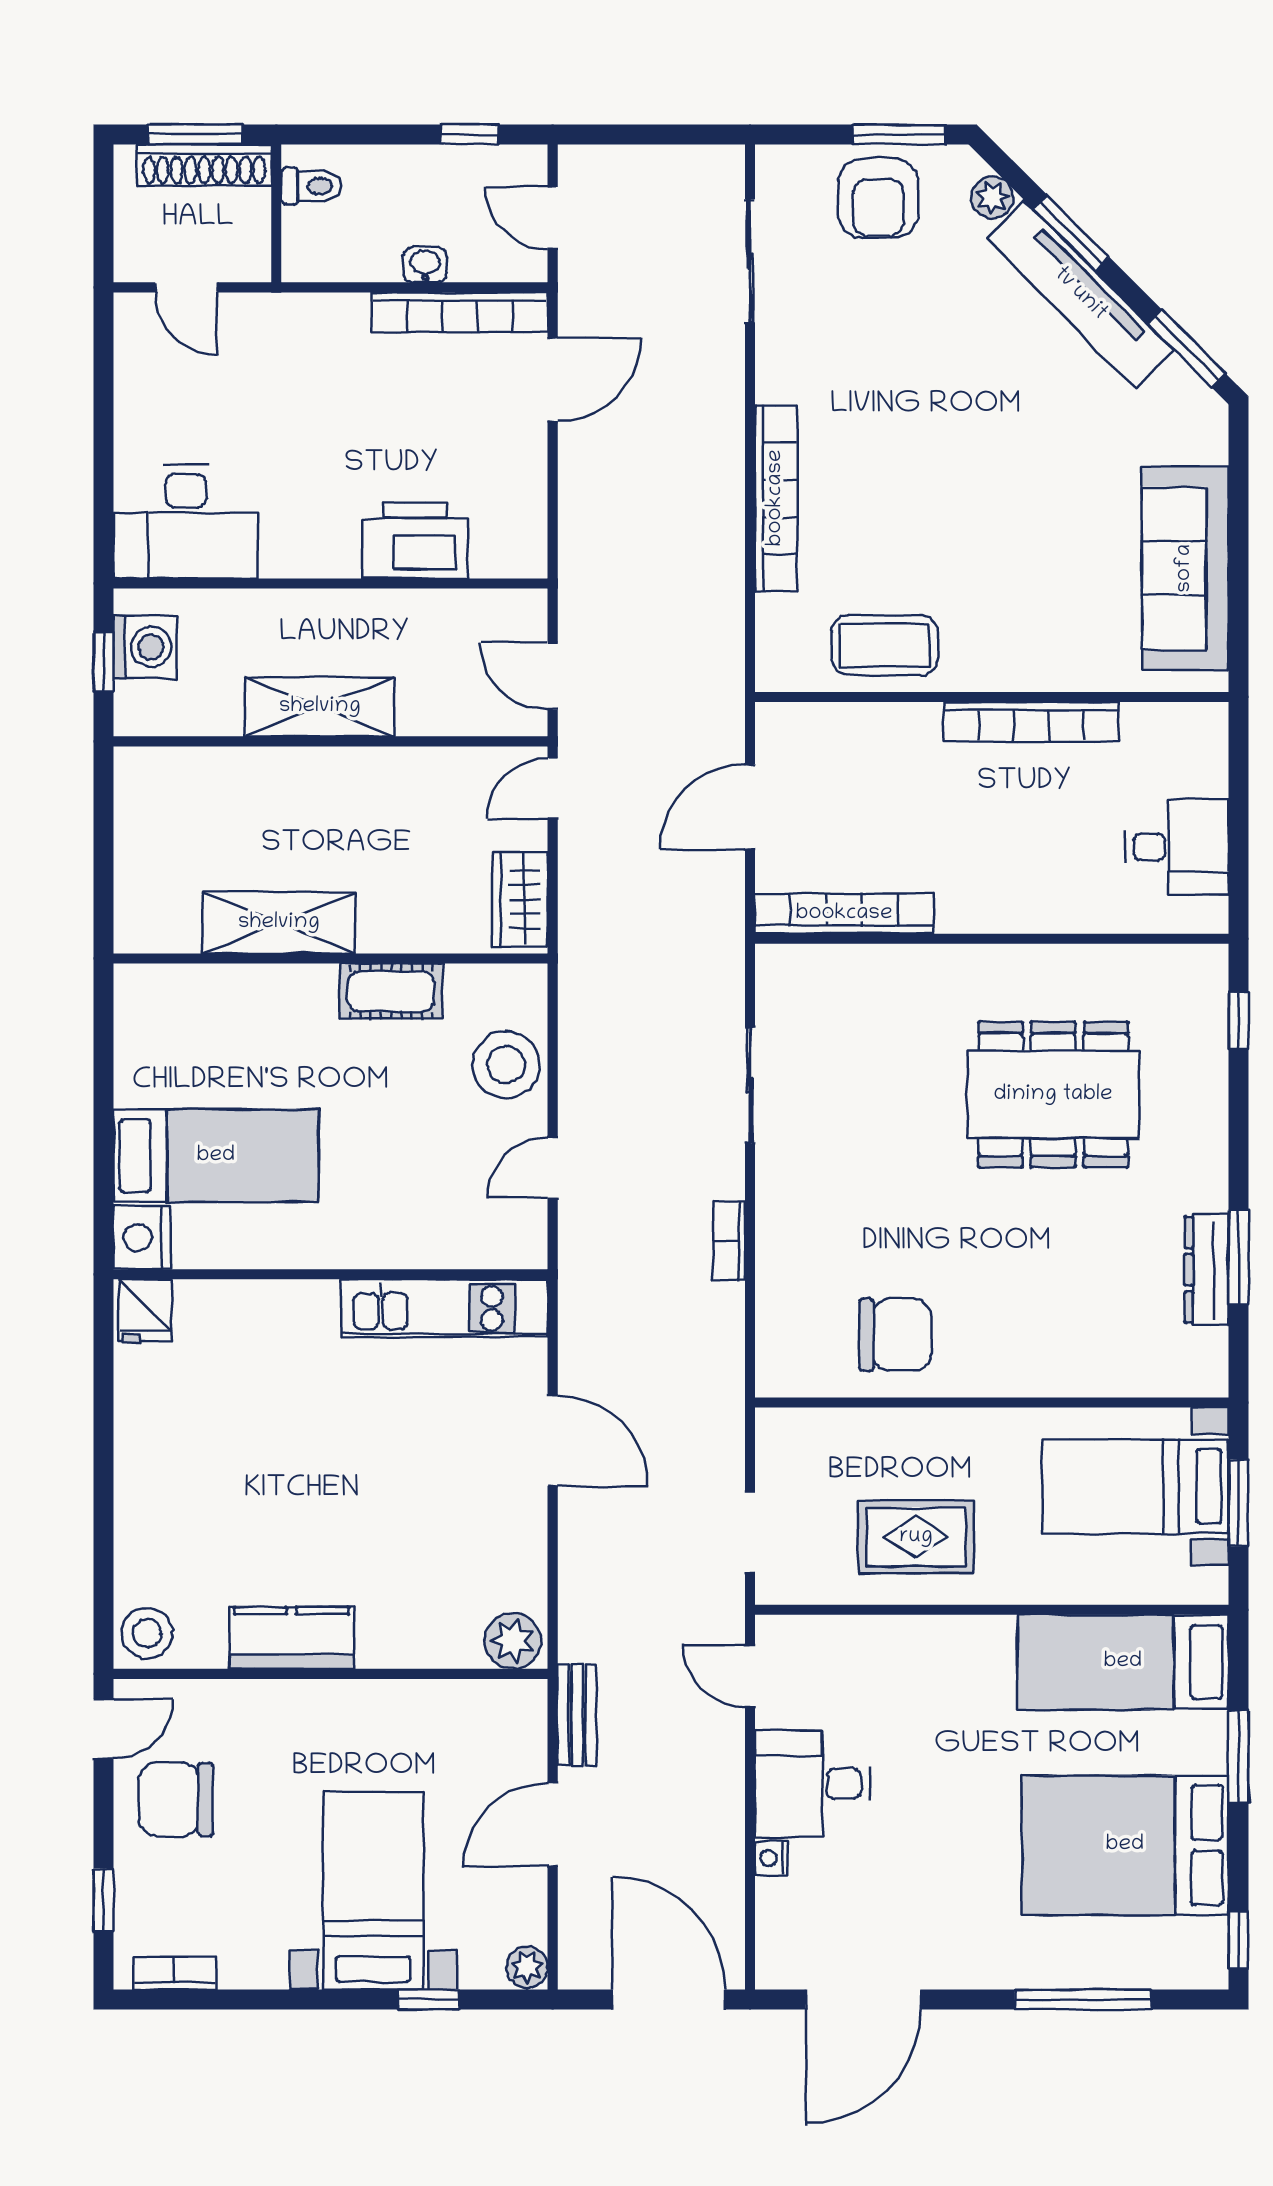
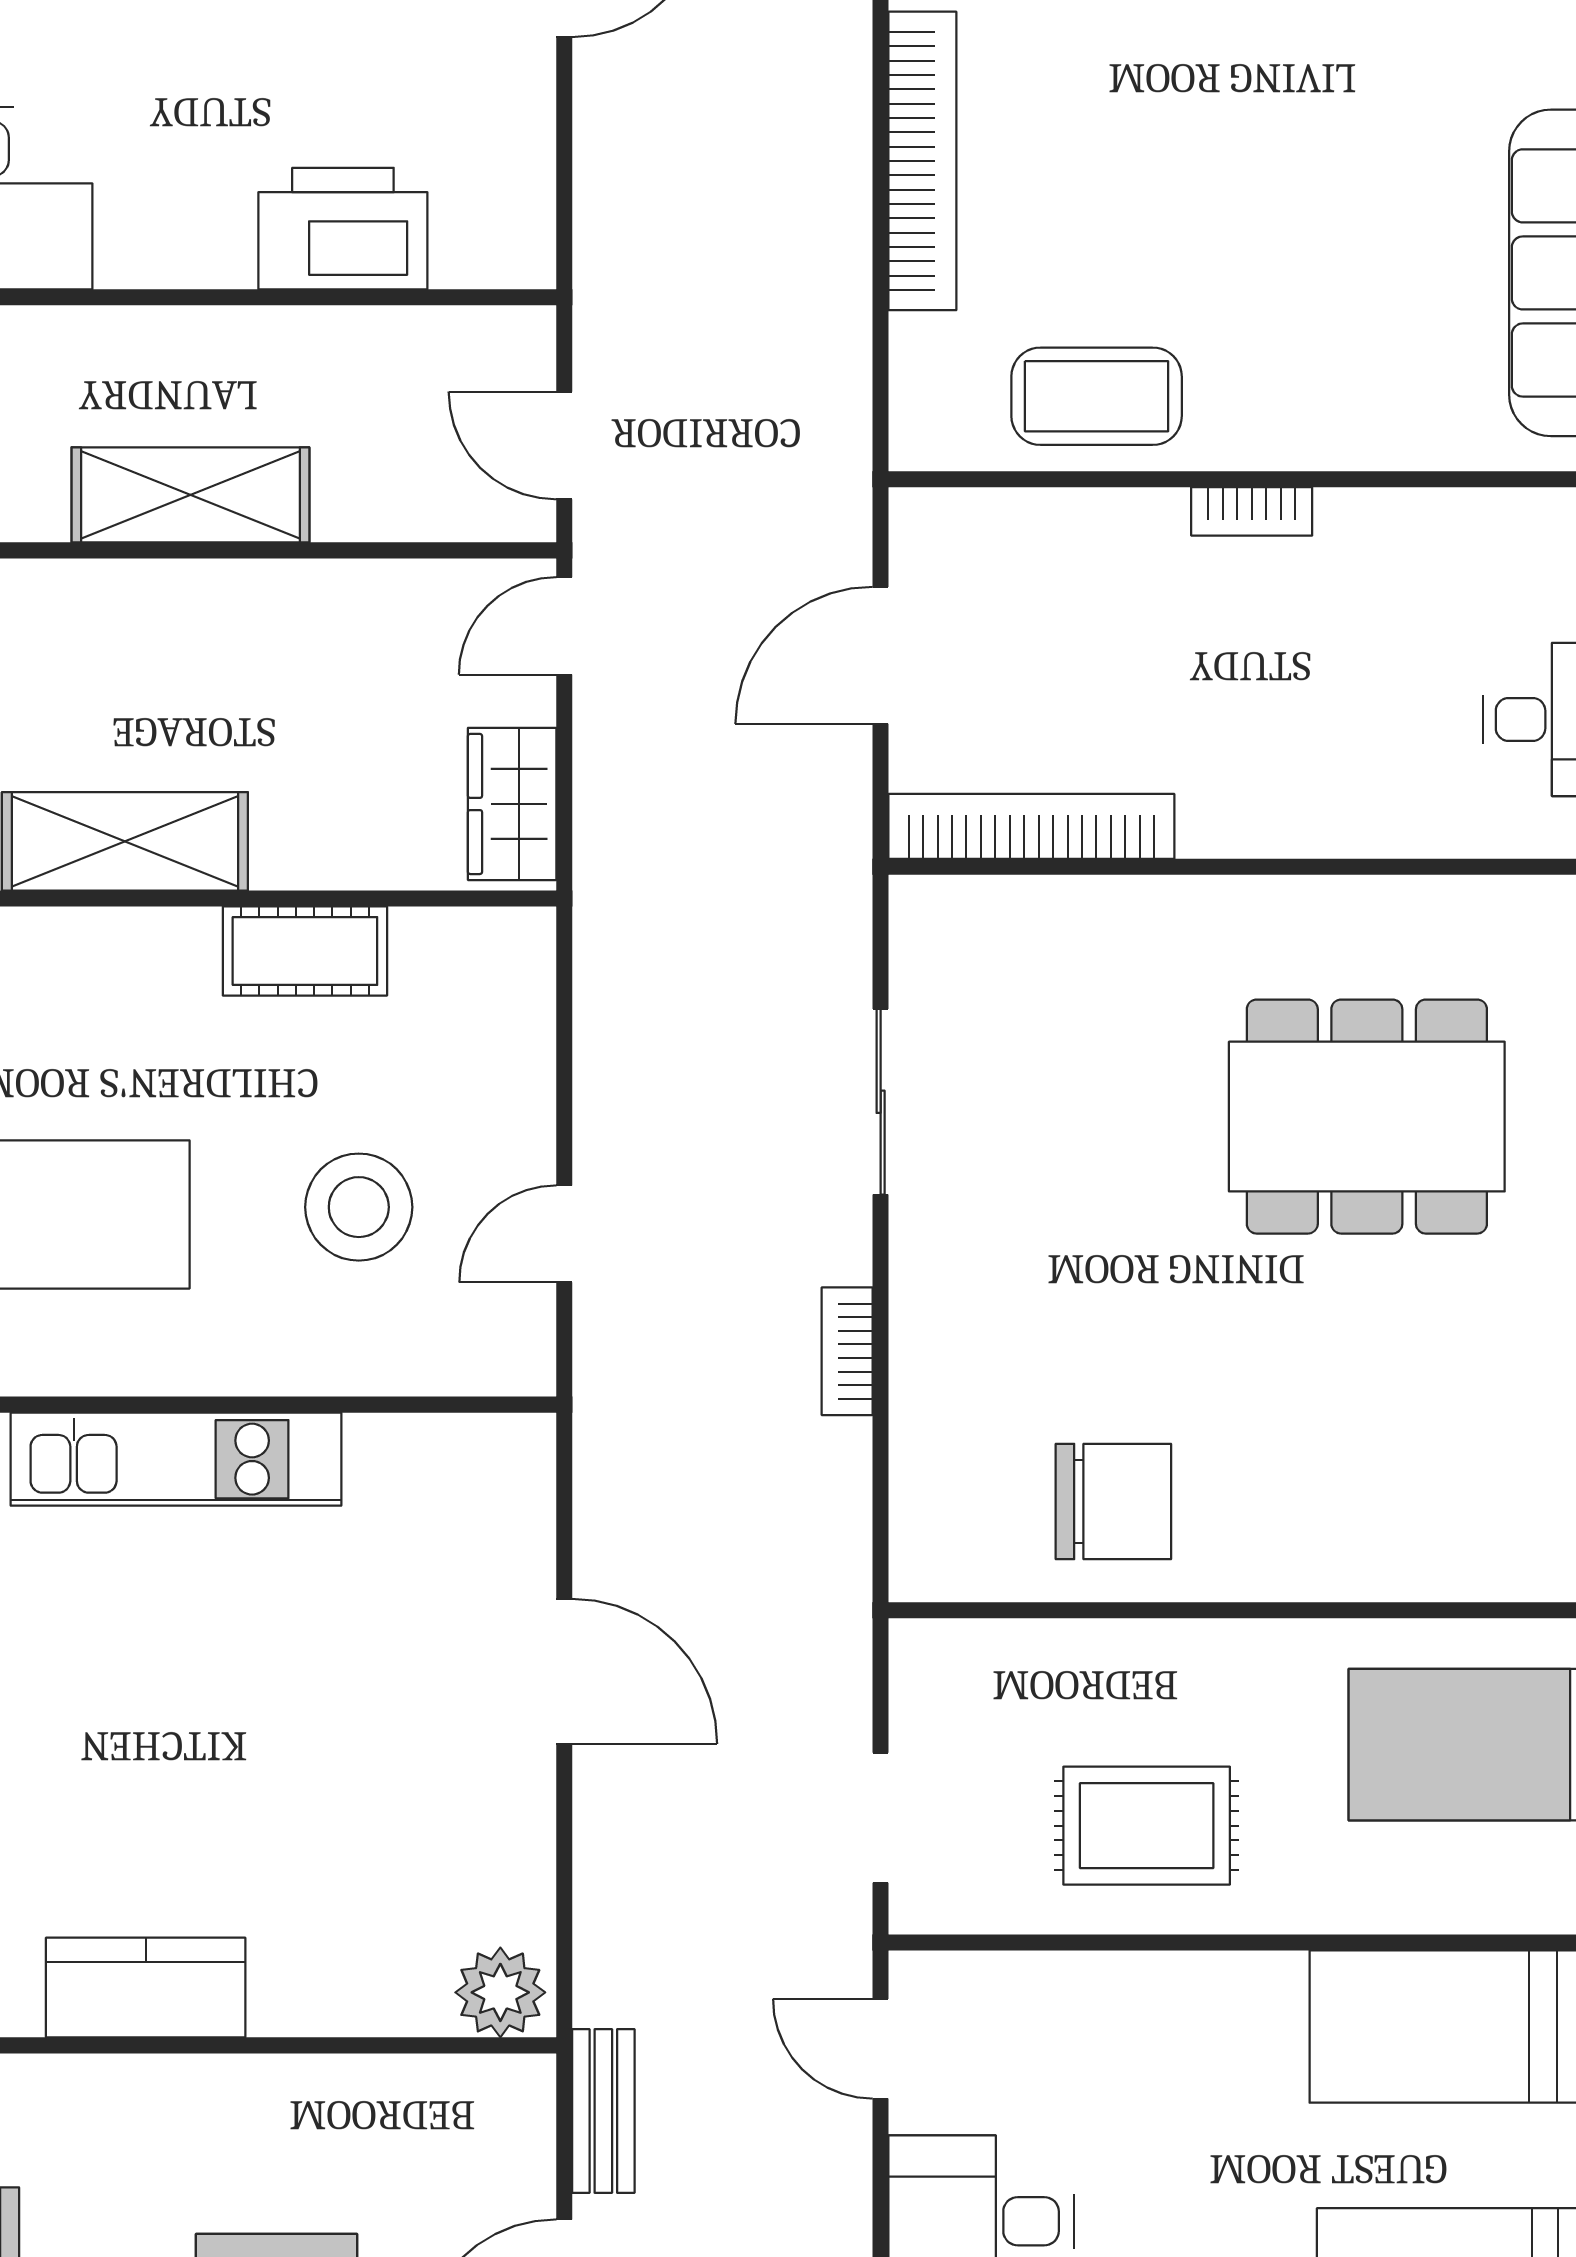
bookcase: (1031, 722) -> (1252, 511), width x0.43, depth x0.76
stool: (506, 1065) -> (359, 1207), moved
kitchen unit: (445, 1308) -> (176, 1459), moved

